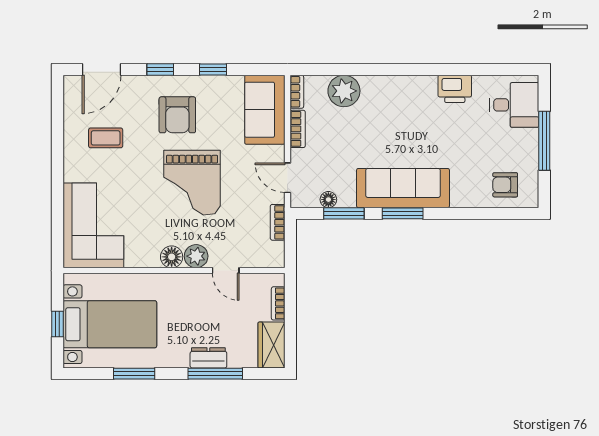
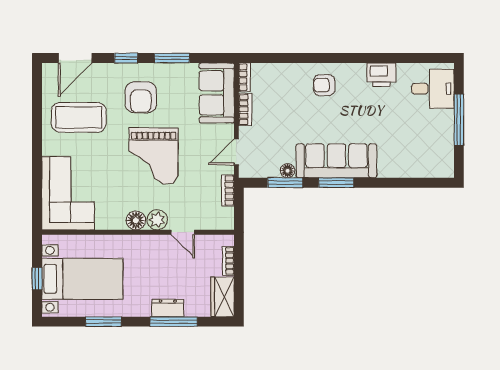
window: (213, 70) -> (172, 58), width x1.50
plant: (344, 91) -> (285, 77), removed
coffee table: (106, 138) -> (79, 117), width x1.86, depth x1.72
door: (288, 178) -> (236, 152), hinge flipped
armchair: (505, 185) -> (324, 85), moved
floor lamp: (328, 200) -> (288, 171), moved

